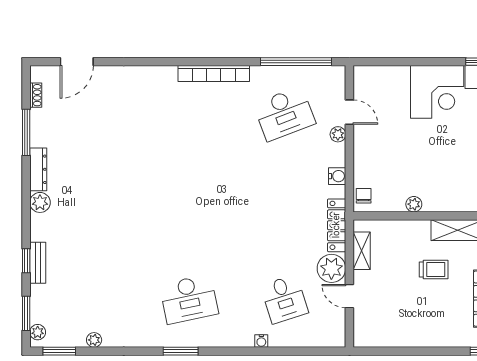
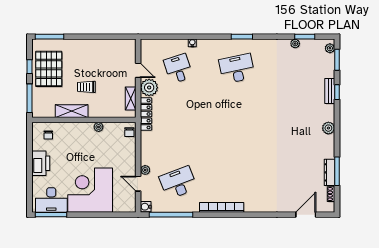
corner desk: (437, 92) -> (90, 190), width x1.36, depth x1.36
dresser: (38, 169) -> (330, 172), moved
water cooler: (337, 176) -> (146, 207), moved
window: (59, 351) -> (305, 37), moved

